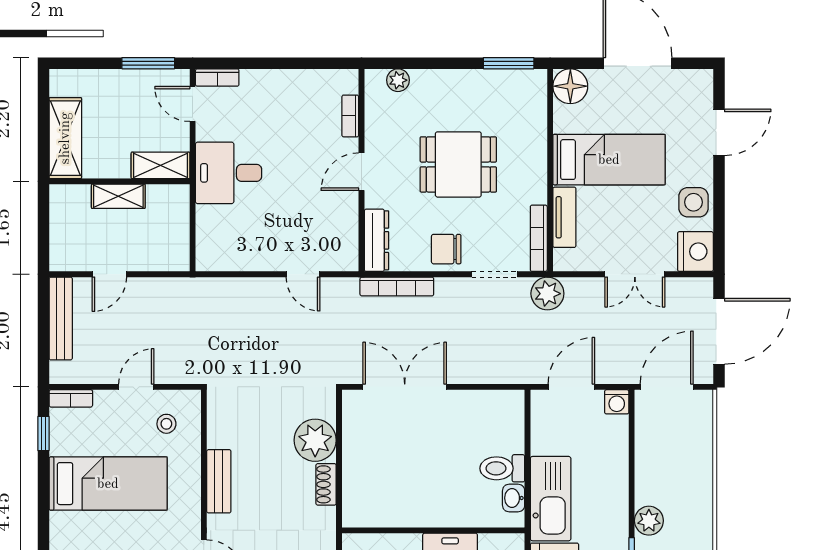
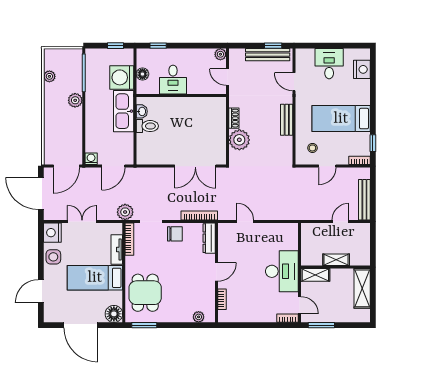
dining table: (458, 164) -> (145, 293), moved, turned 90
desk: (229, 173) -> (282, 271), width x1.37
door: (719, 331) -> (41, 193), hinge flipped

